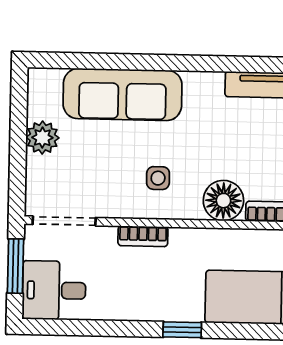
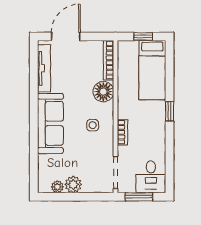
sofa: (122, 94) -> (50, 123), moved
plant: (39, 106) -> (57, 187), added

